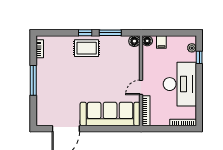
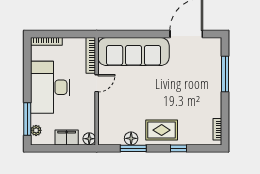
window: (85, 33) -> (178, 148), moved
floor lamp: (134, 41) -> (131, 138), moved
filing cabinet: (161, 42) -> (67, 137), width x2.00
window: (199, 57) -> (27, 119), width x2.17
window: (33, 80) -> (225, 74), moved

